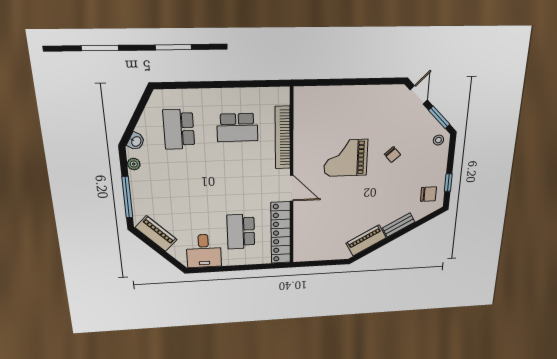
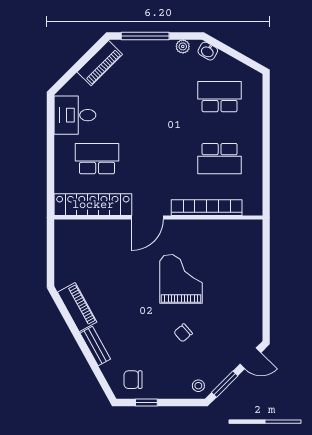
school desk: (237, 128) -> (220, 159), turned -90
chair: (428, 194) -> (133, 380), turned 90

